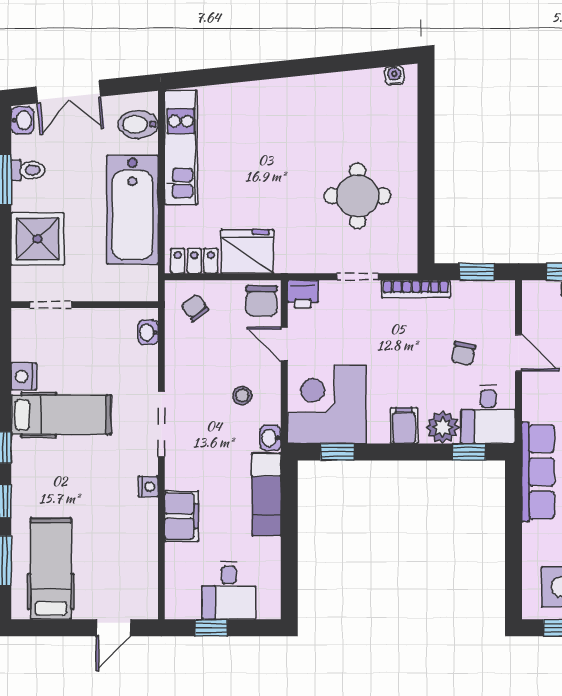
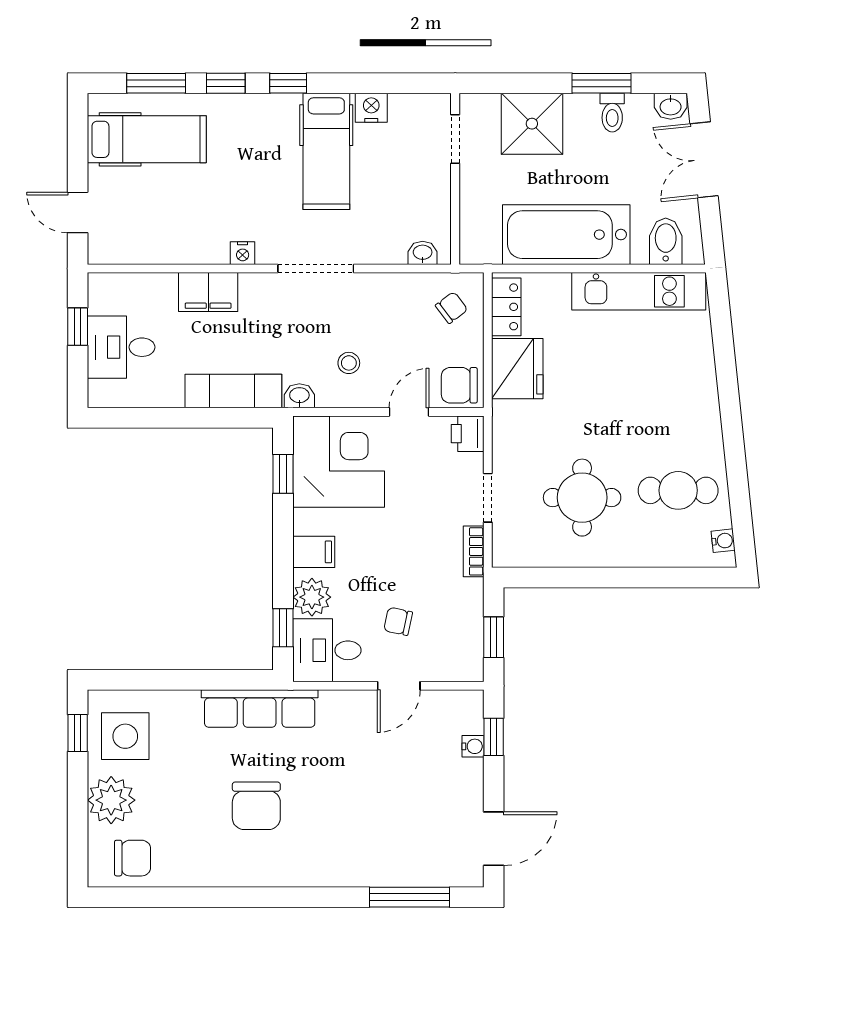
cafe table: (351, 114) -> (678, 490), added
bookcase: (416, 289) -> (474, 551), width x0.64

